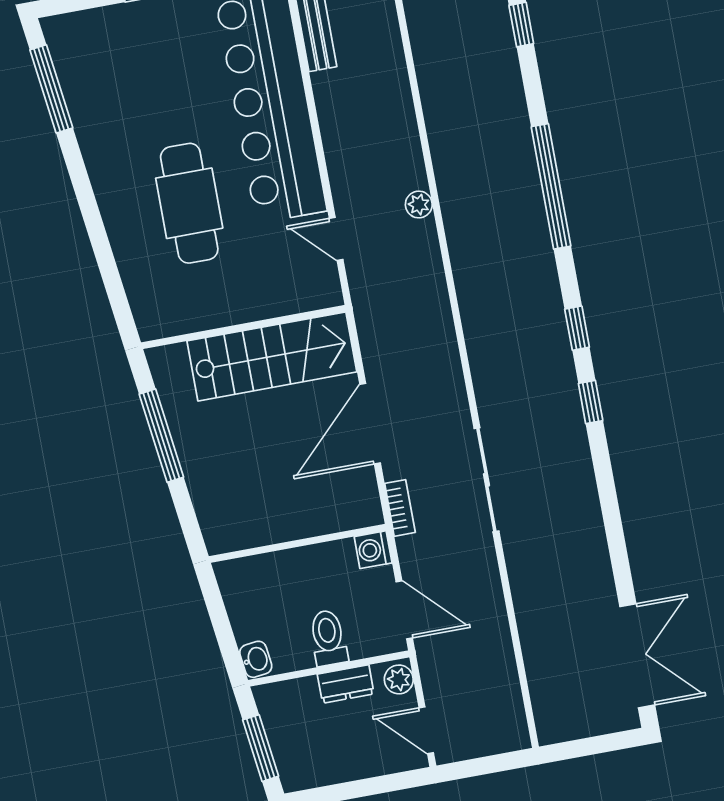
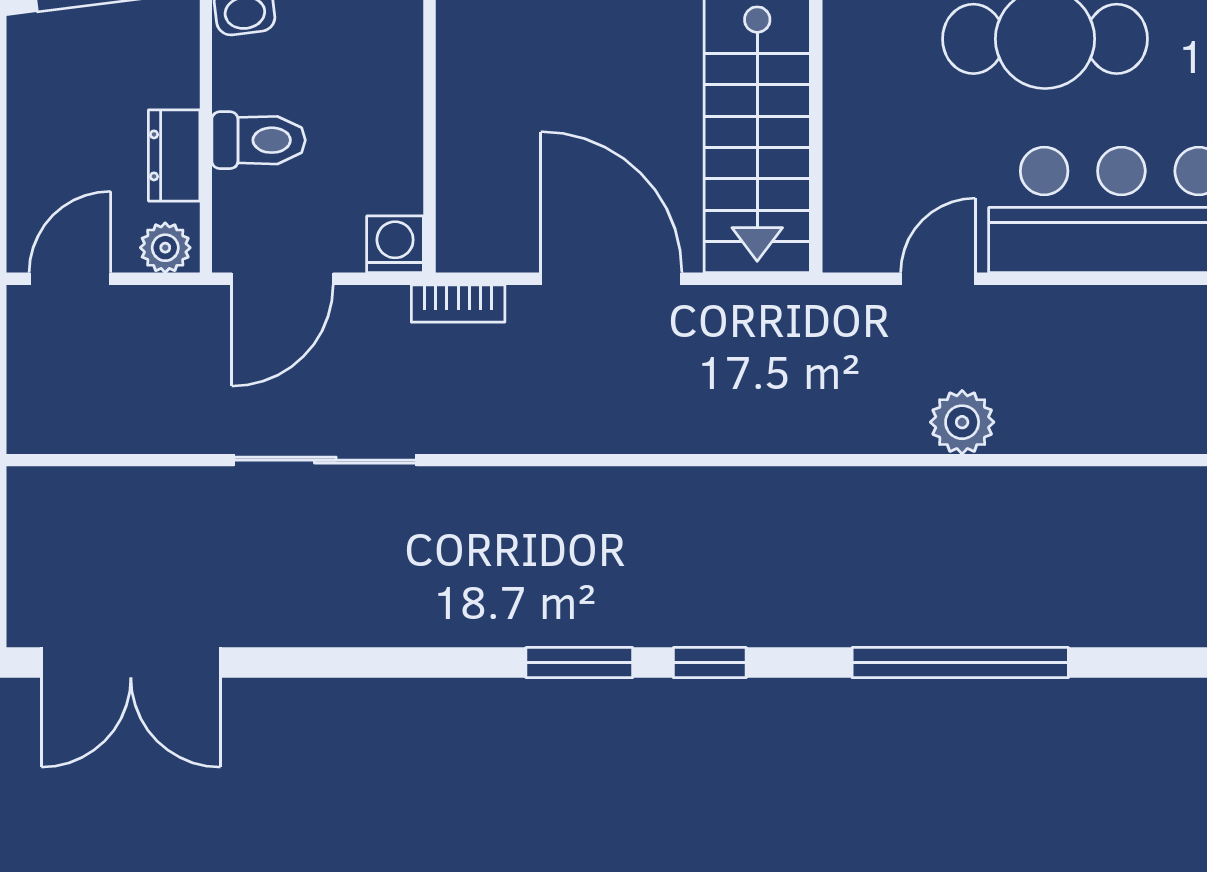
plant: (419, 204) -> (962, 422), width x1.38, depth x1.38
window: (591, 402) -> (579, 663), width x1.50
sliding door: (486, 480) -> (325, 460), moved

